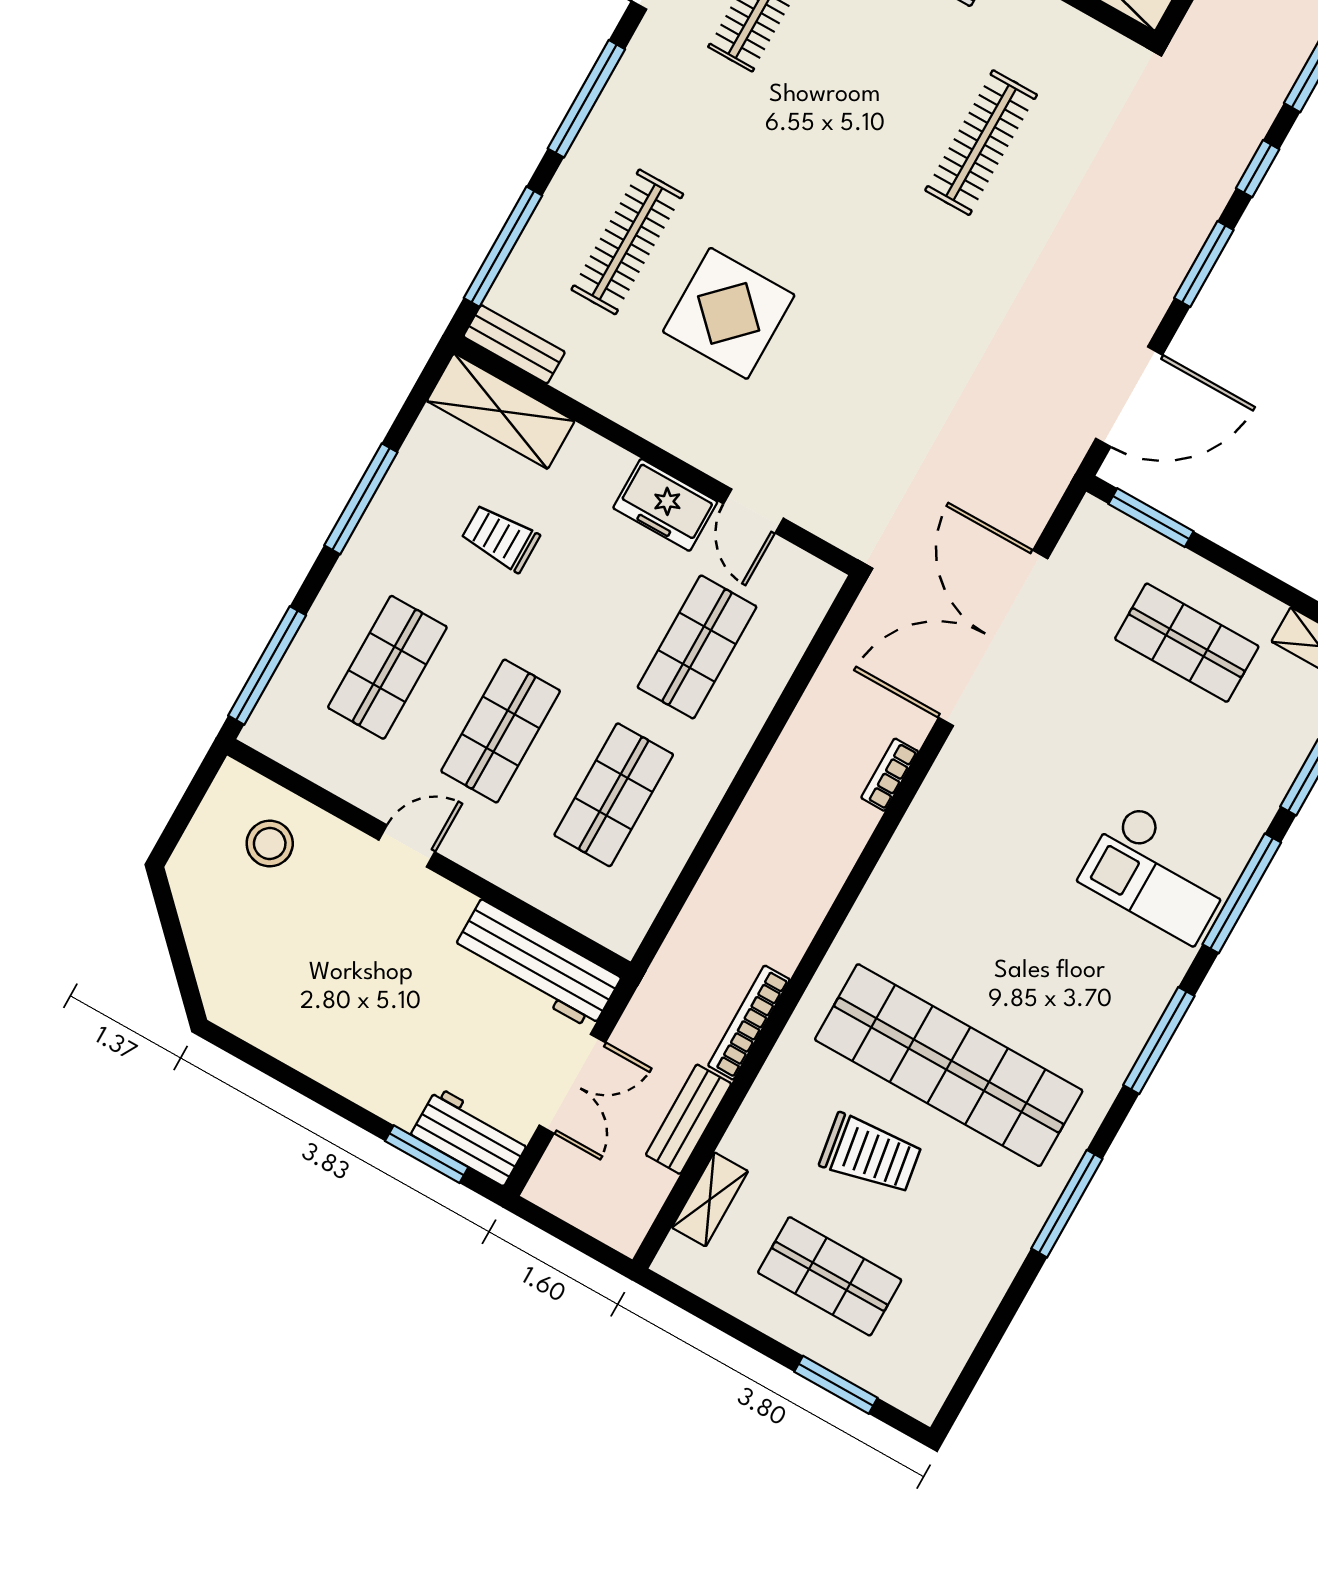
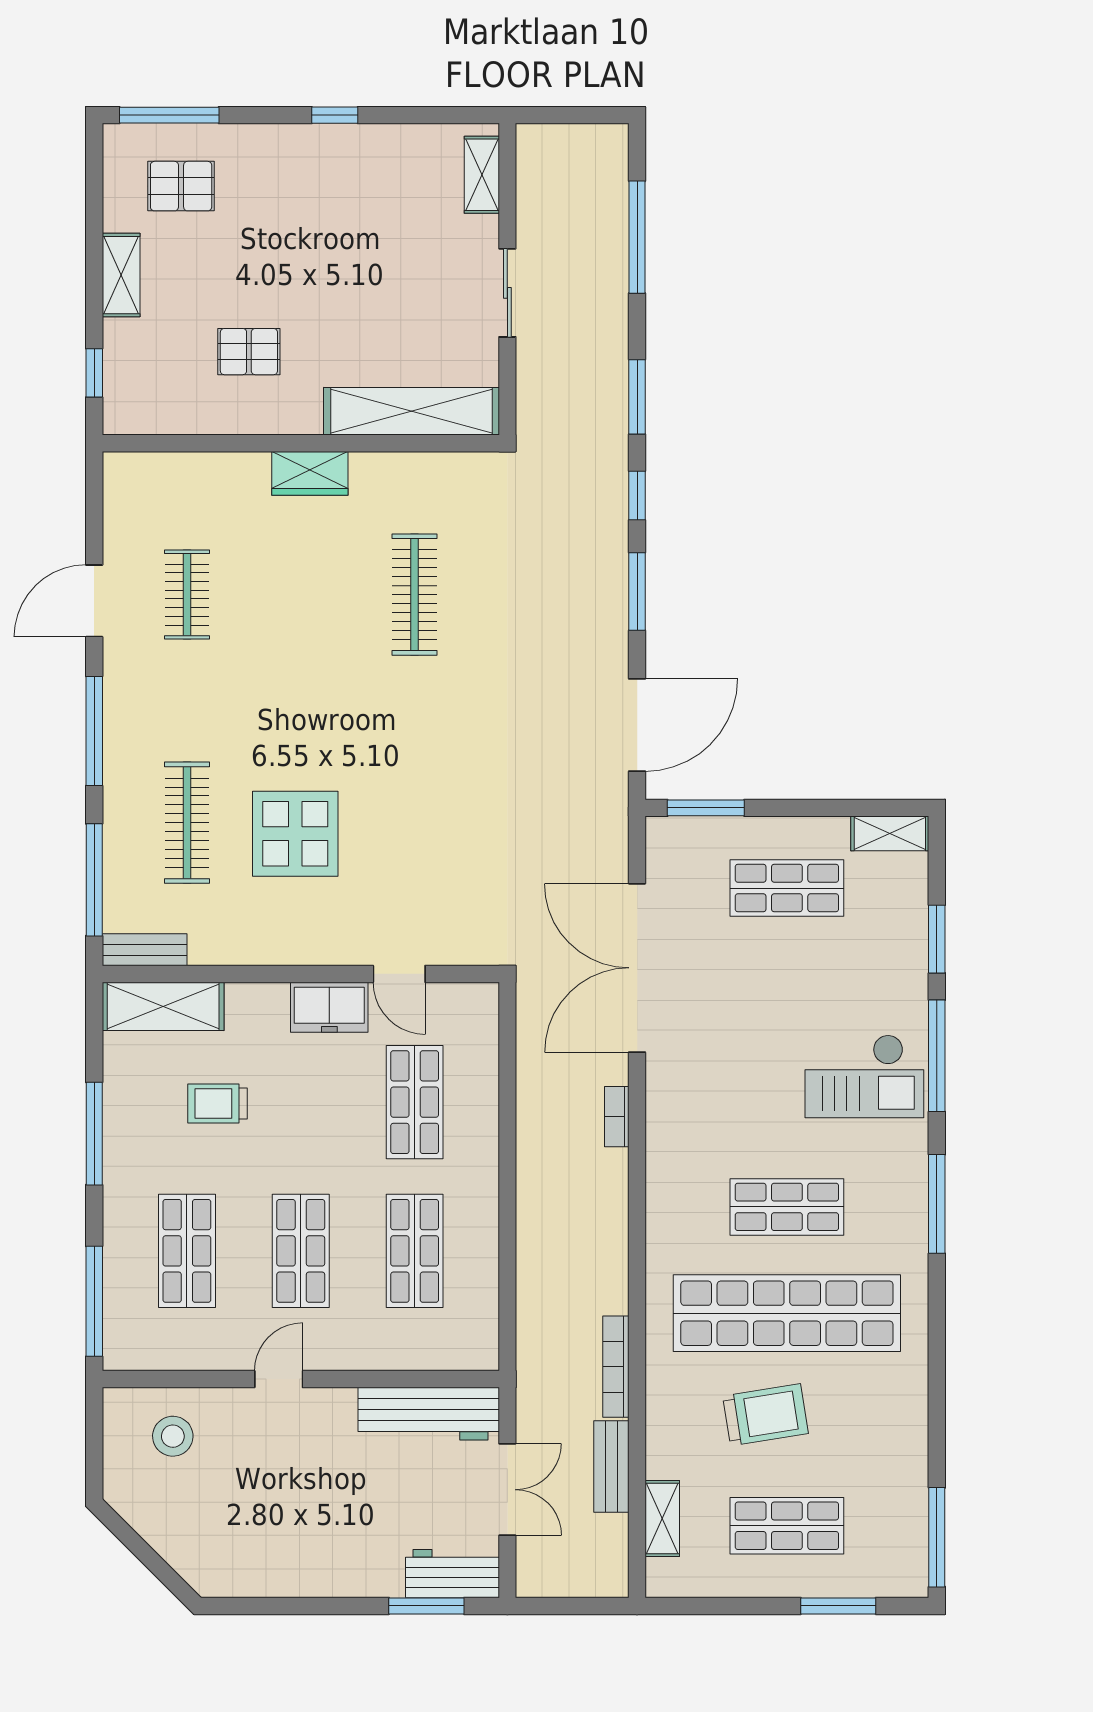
shop shelf: (1008, 959) -> (787, 1207), added
window: (1067, 1204) -> (937, 1537), moved

